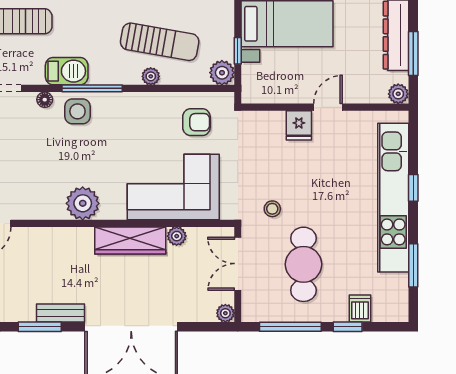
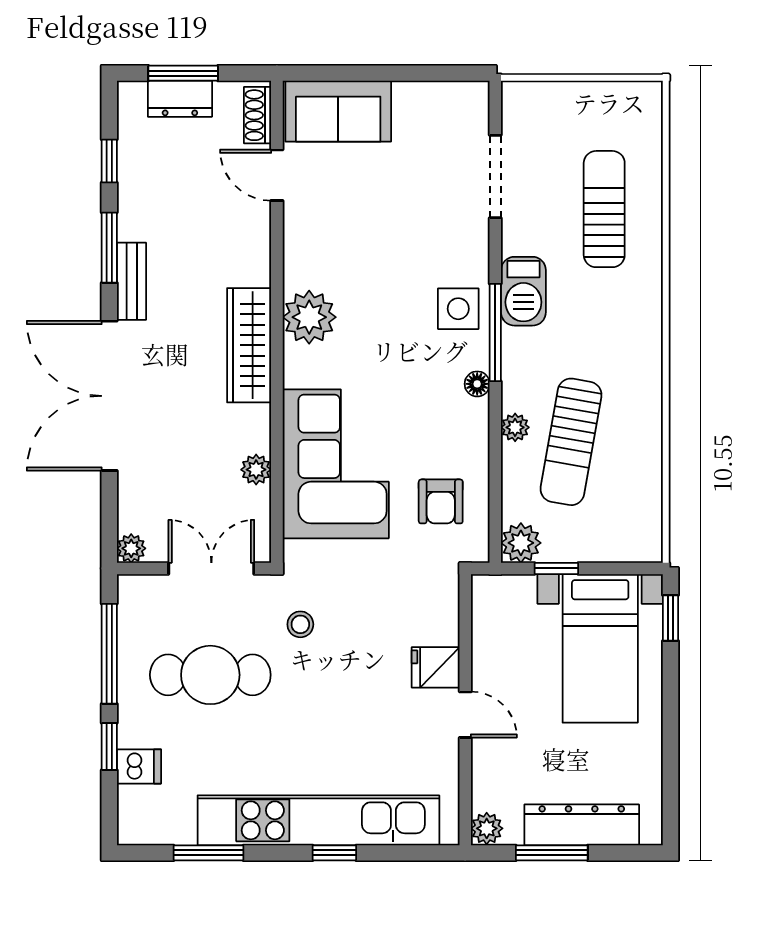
floor lamp: (45, 100) -> (477, 384), moved
wardrobe: (130, 240) -> (249, 345), moved

